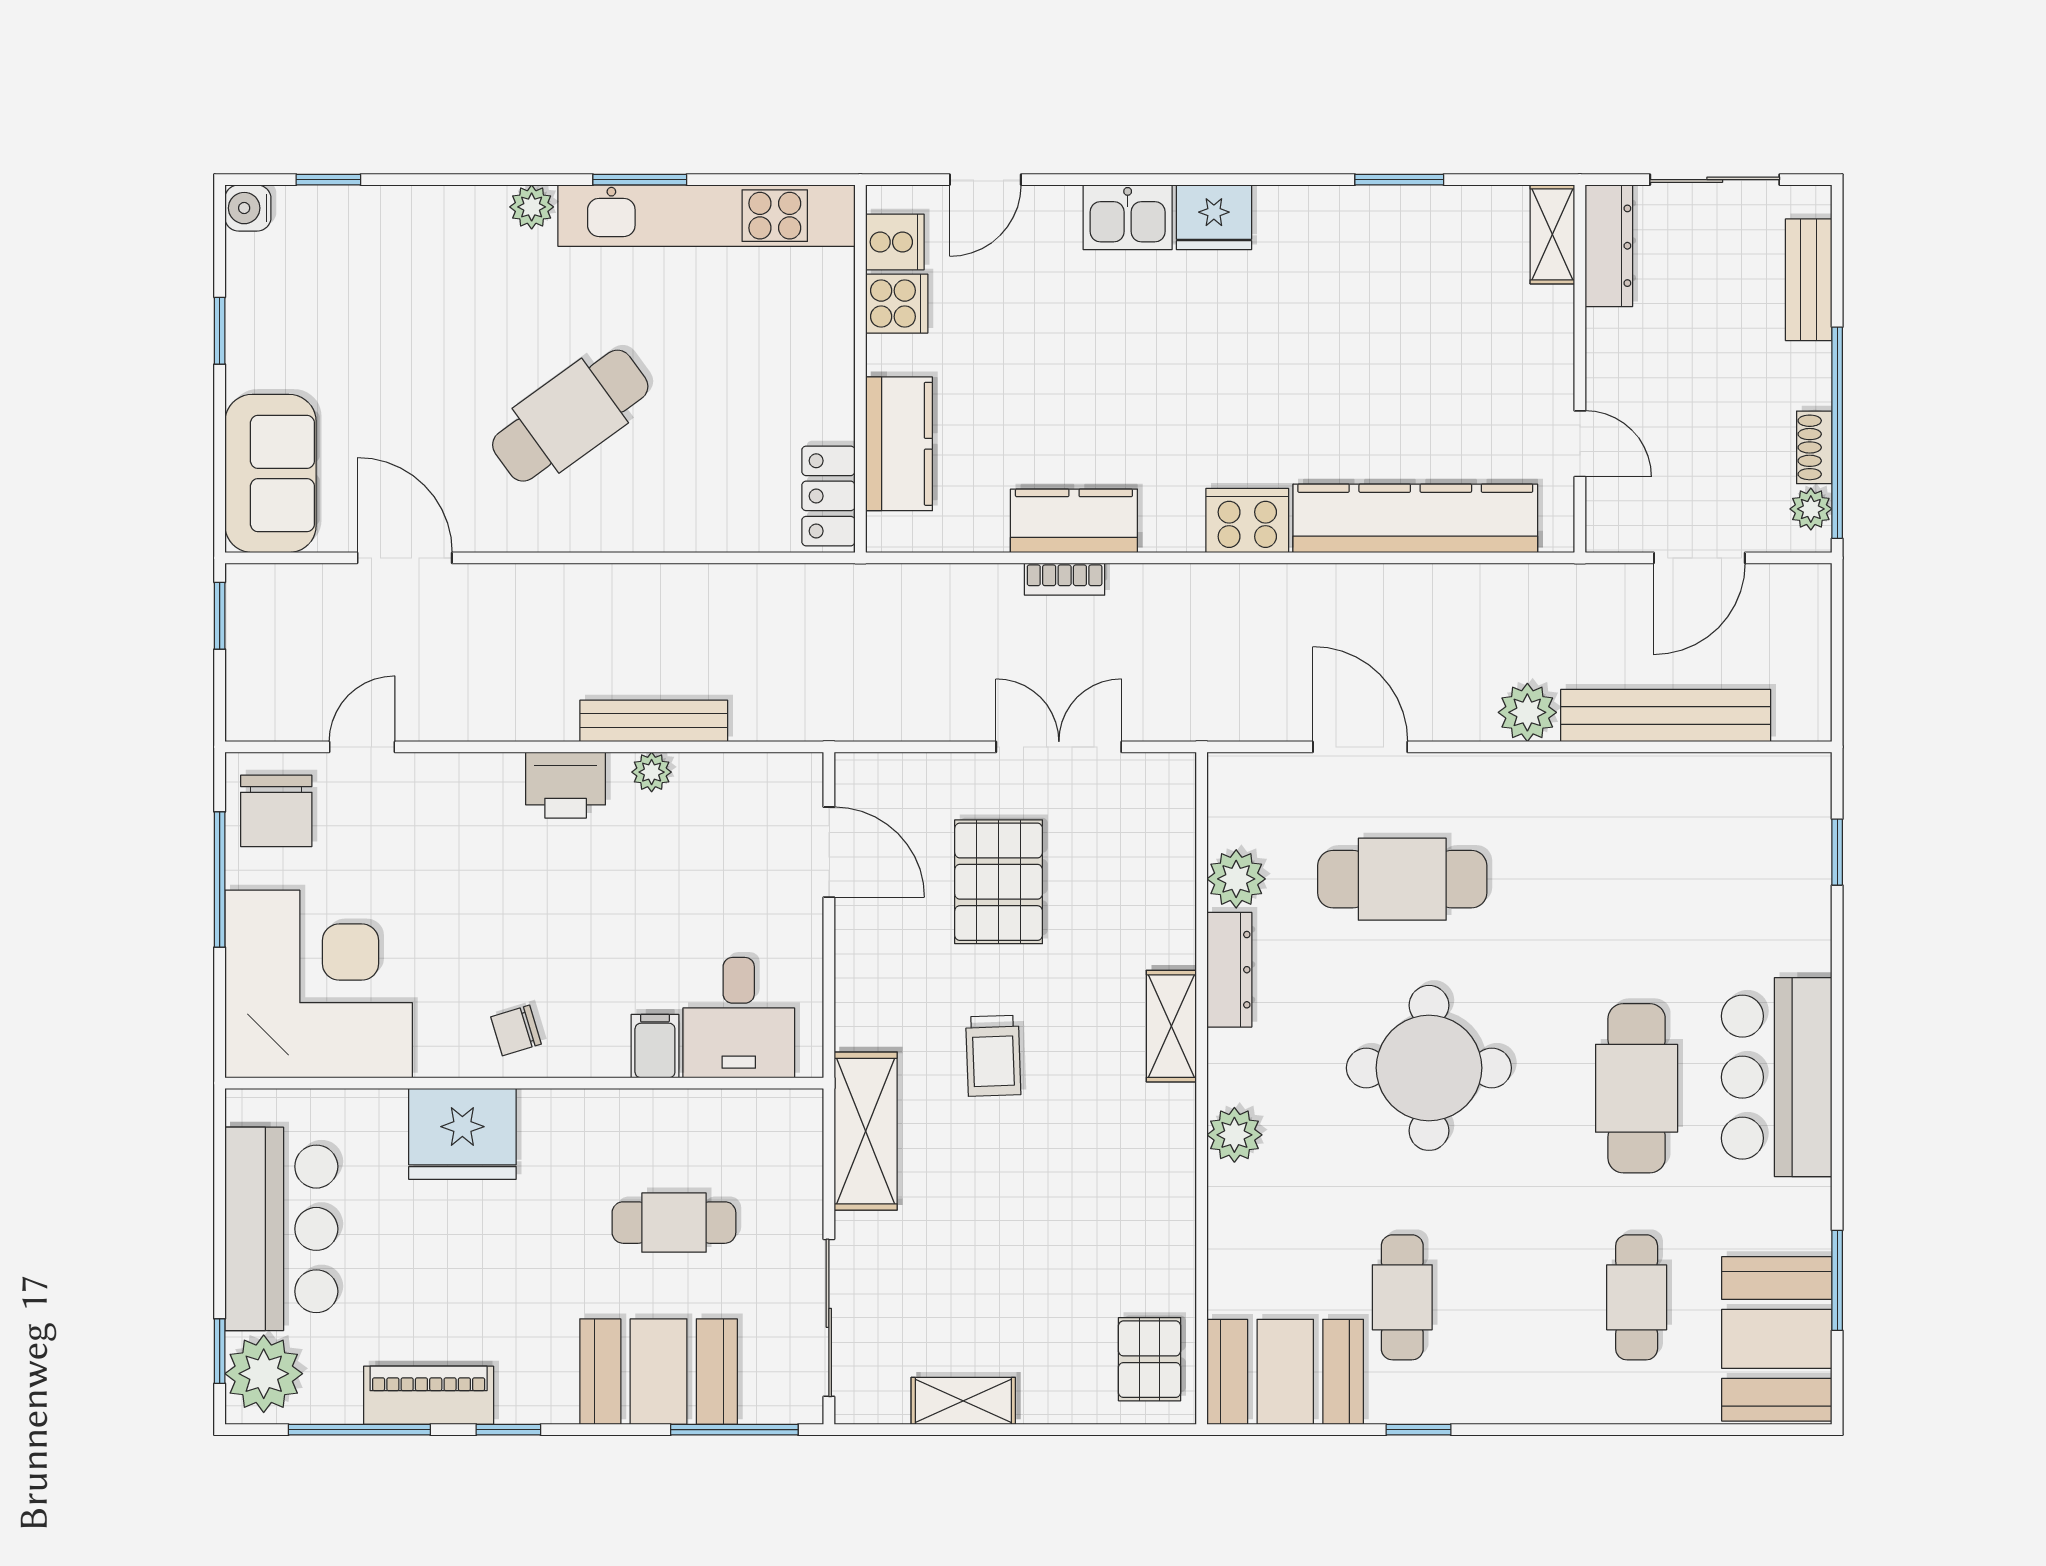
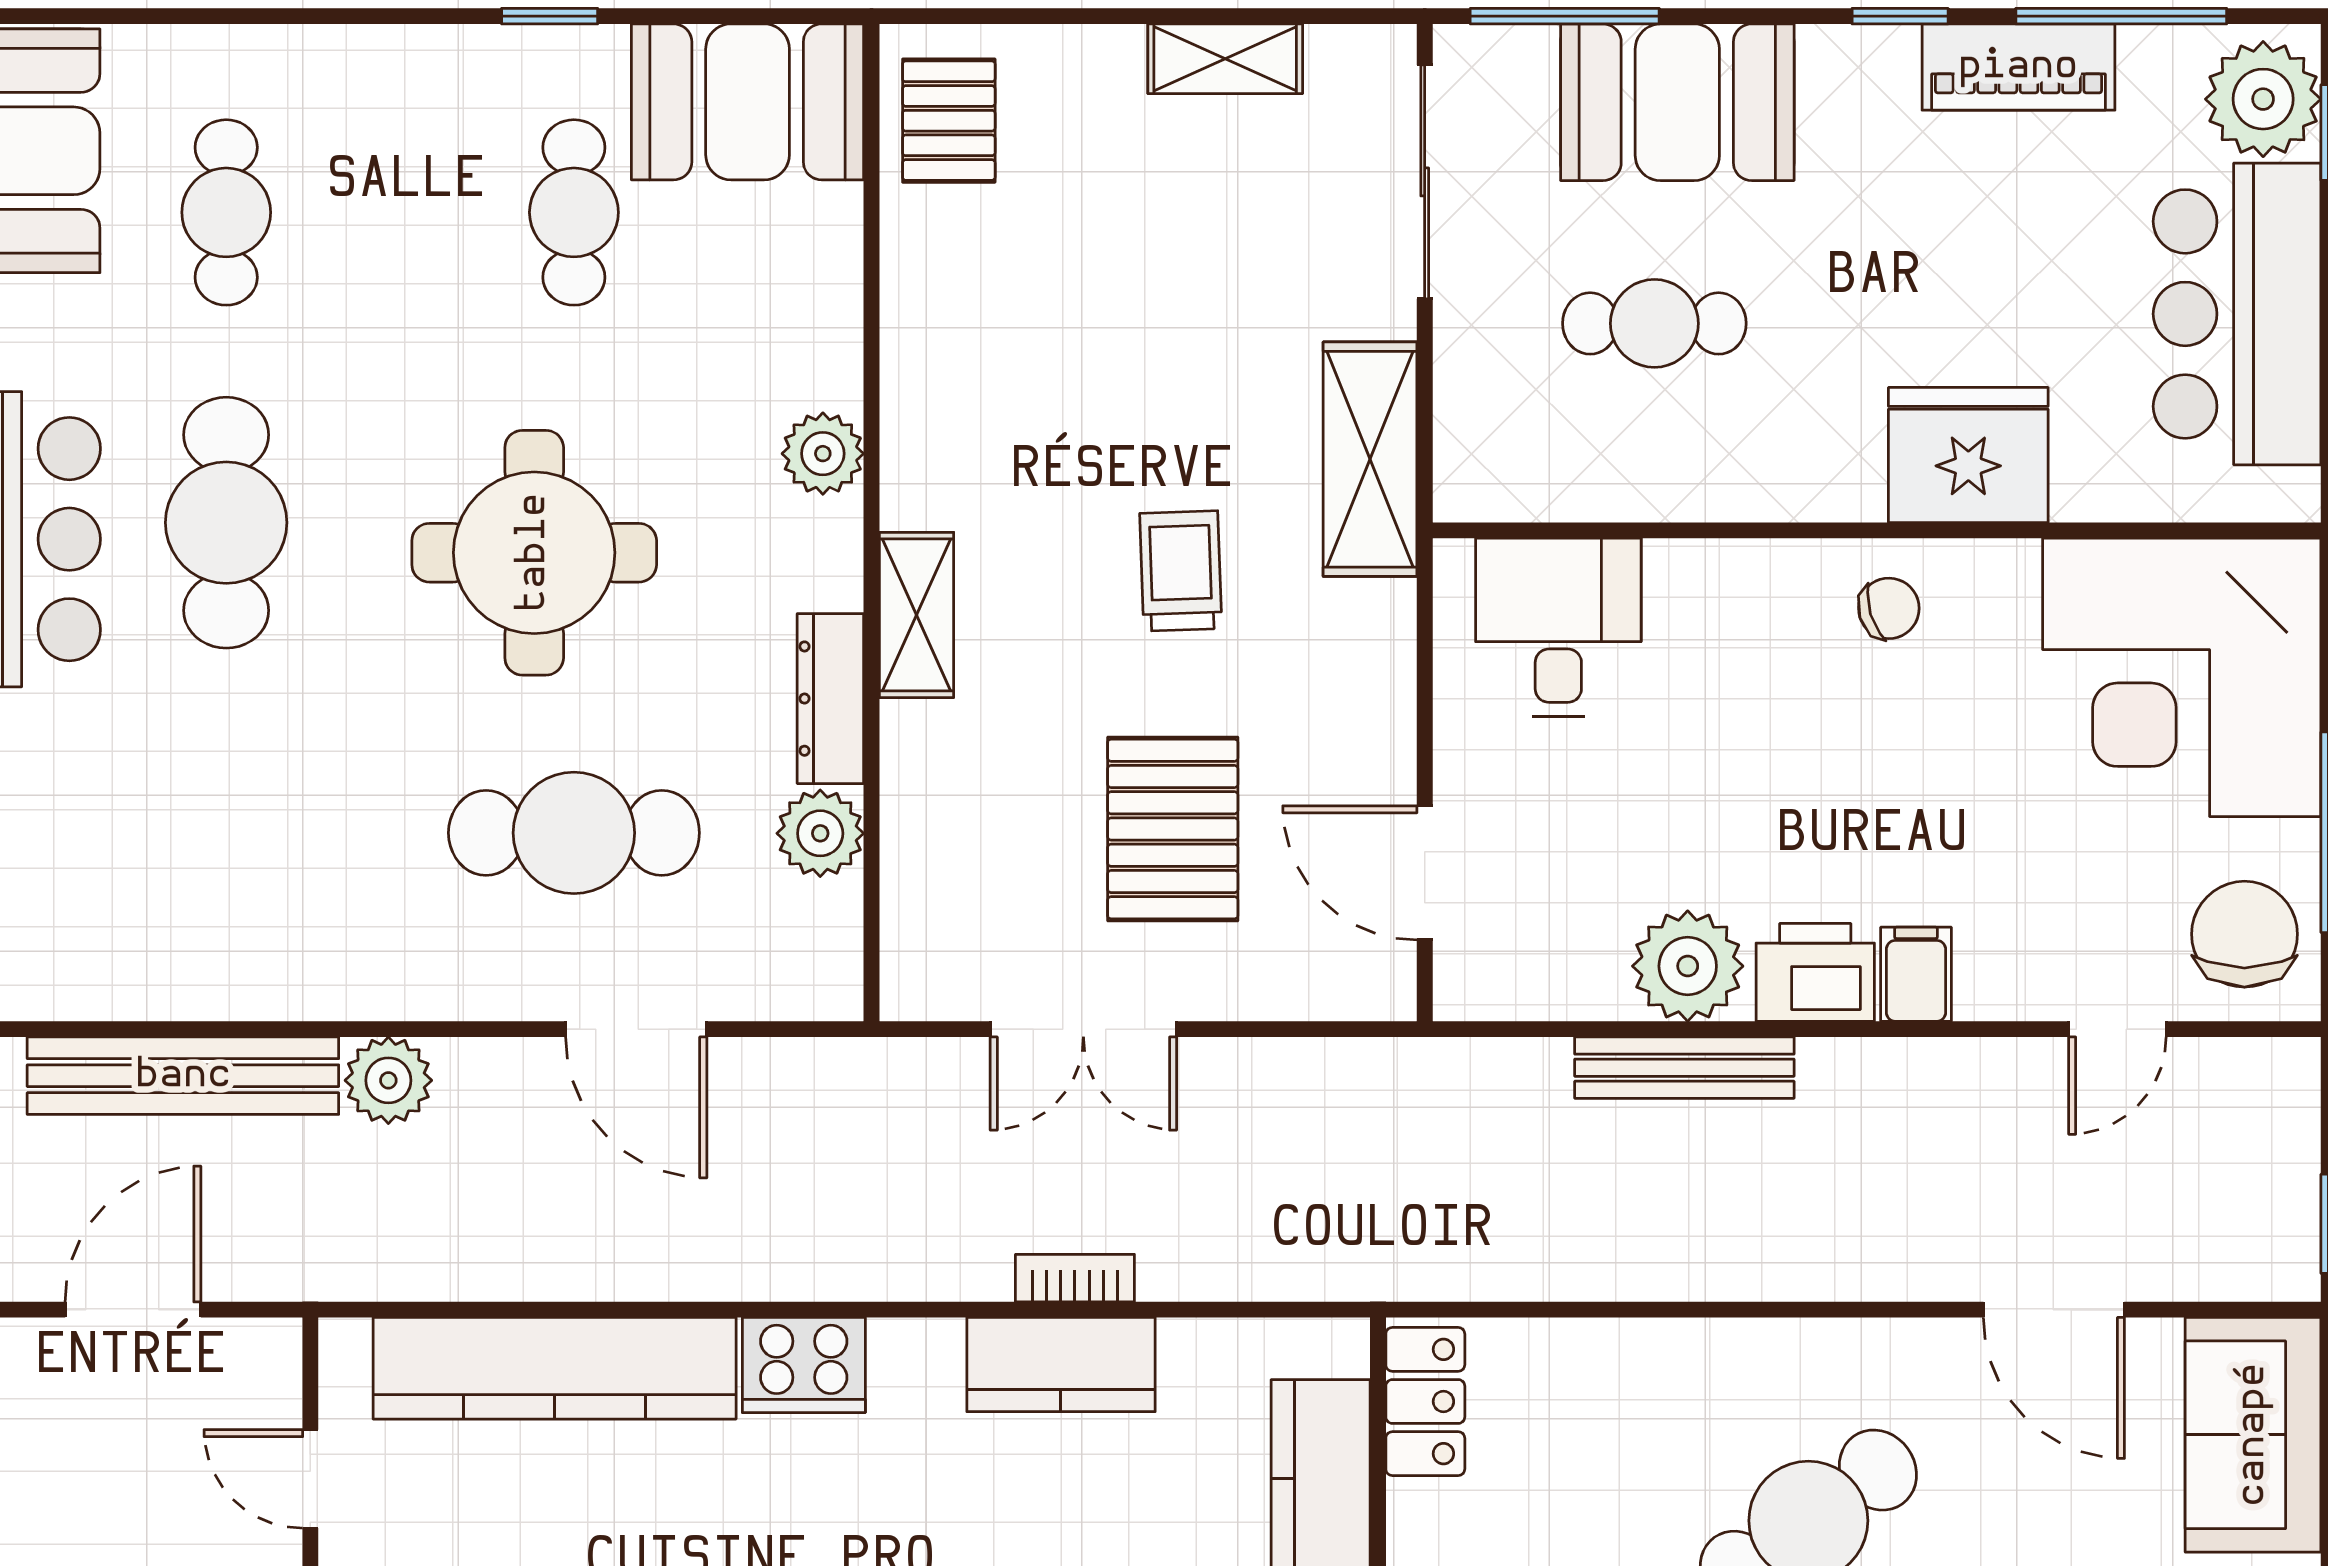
plant: (652, 772) -> (1688, 966), width x1.88, depth x1.88
filing cabinet: (655, 1046) -> (1916, 974), moved, turned 180

